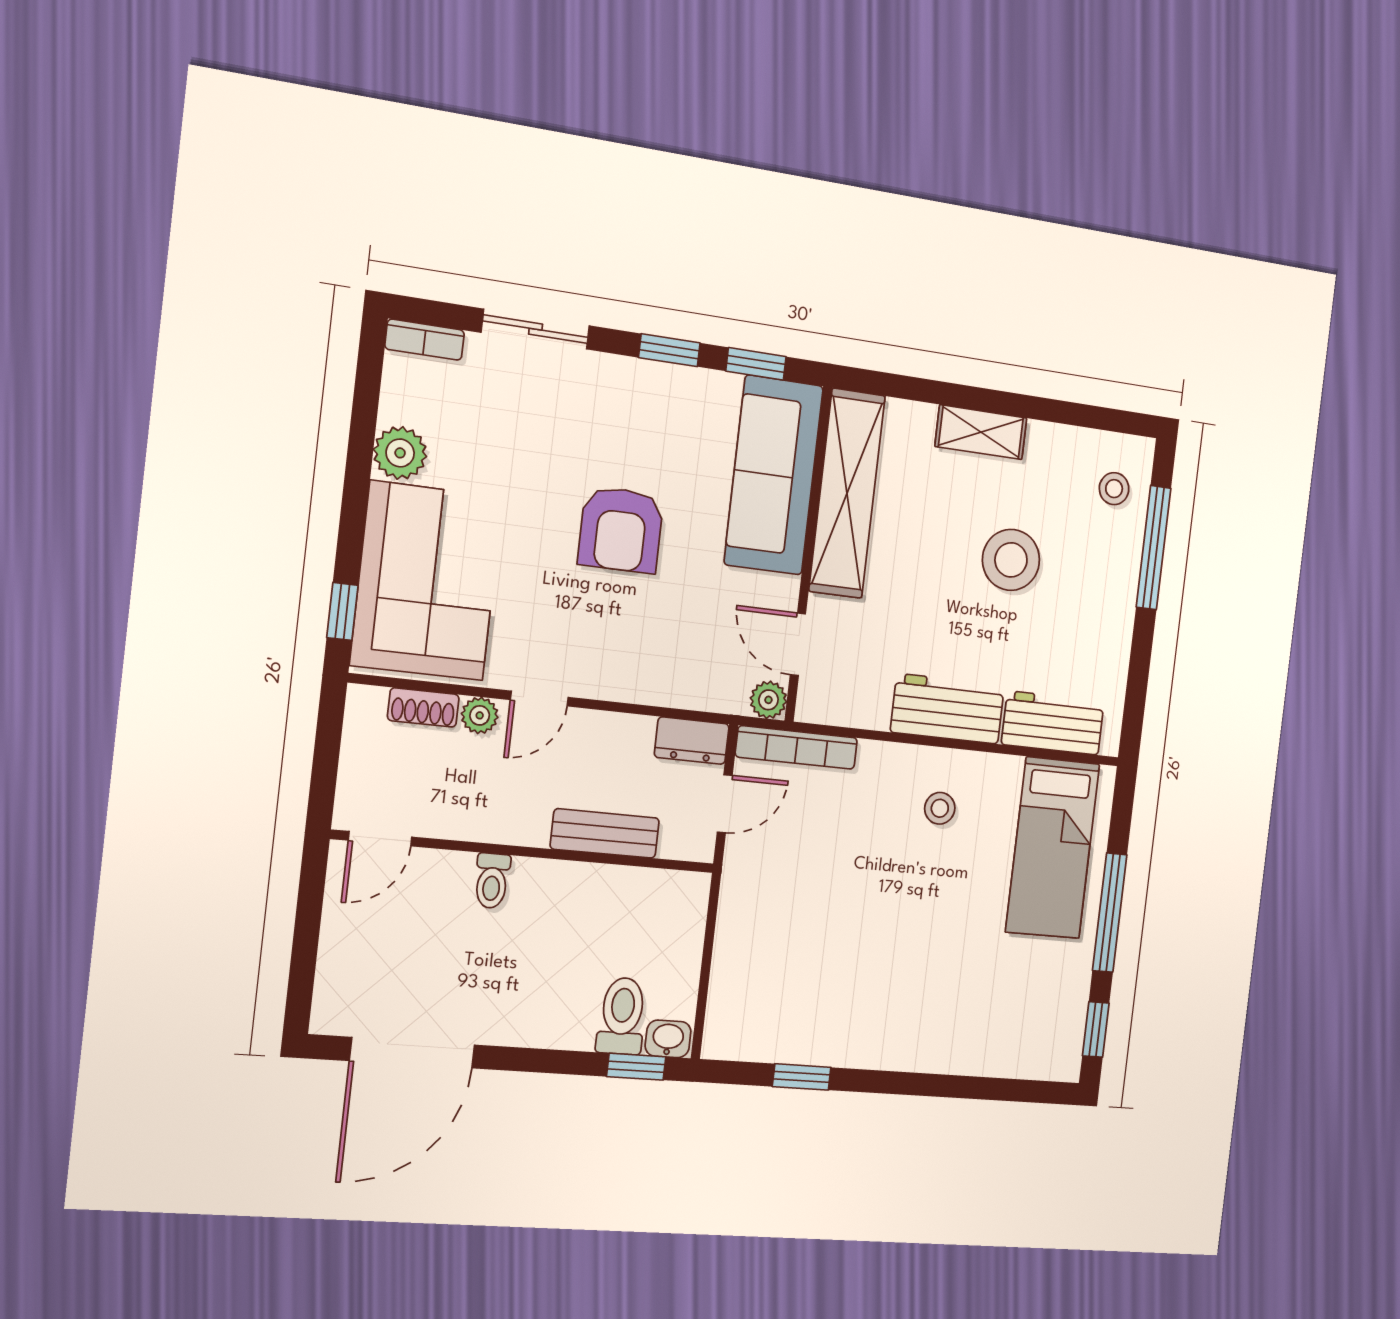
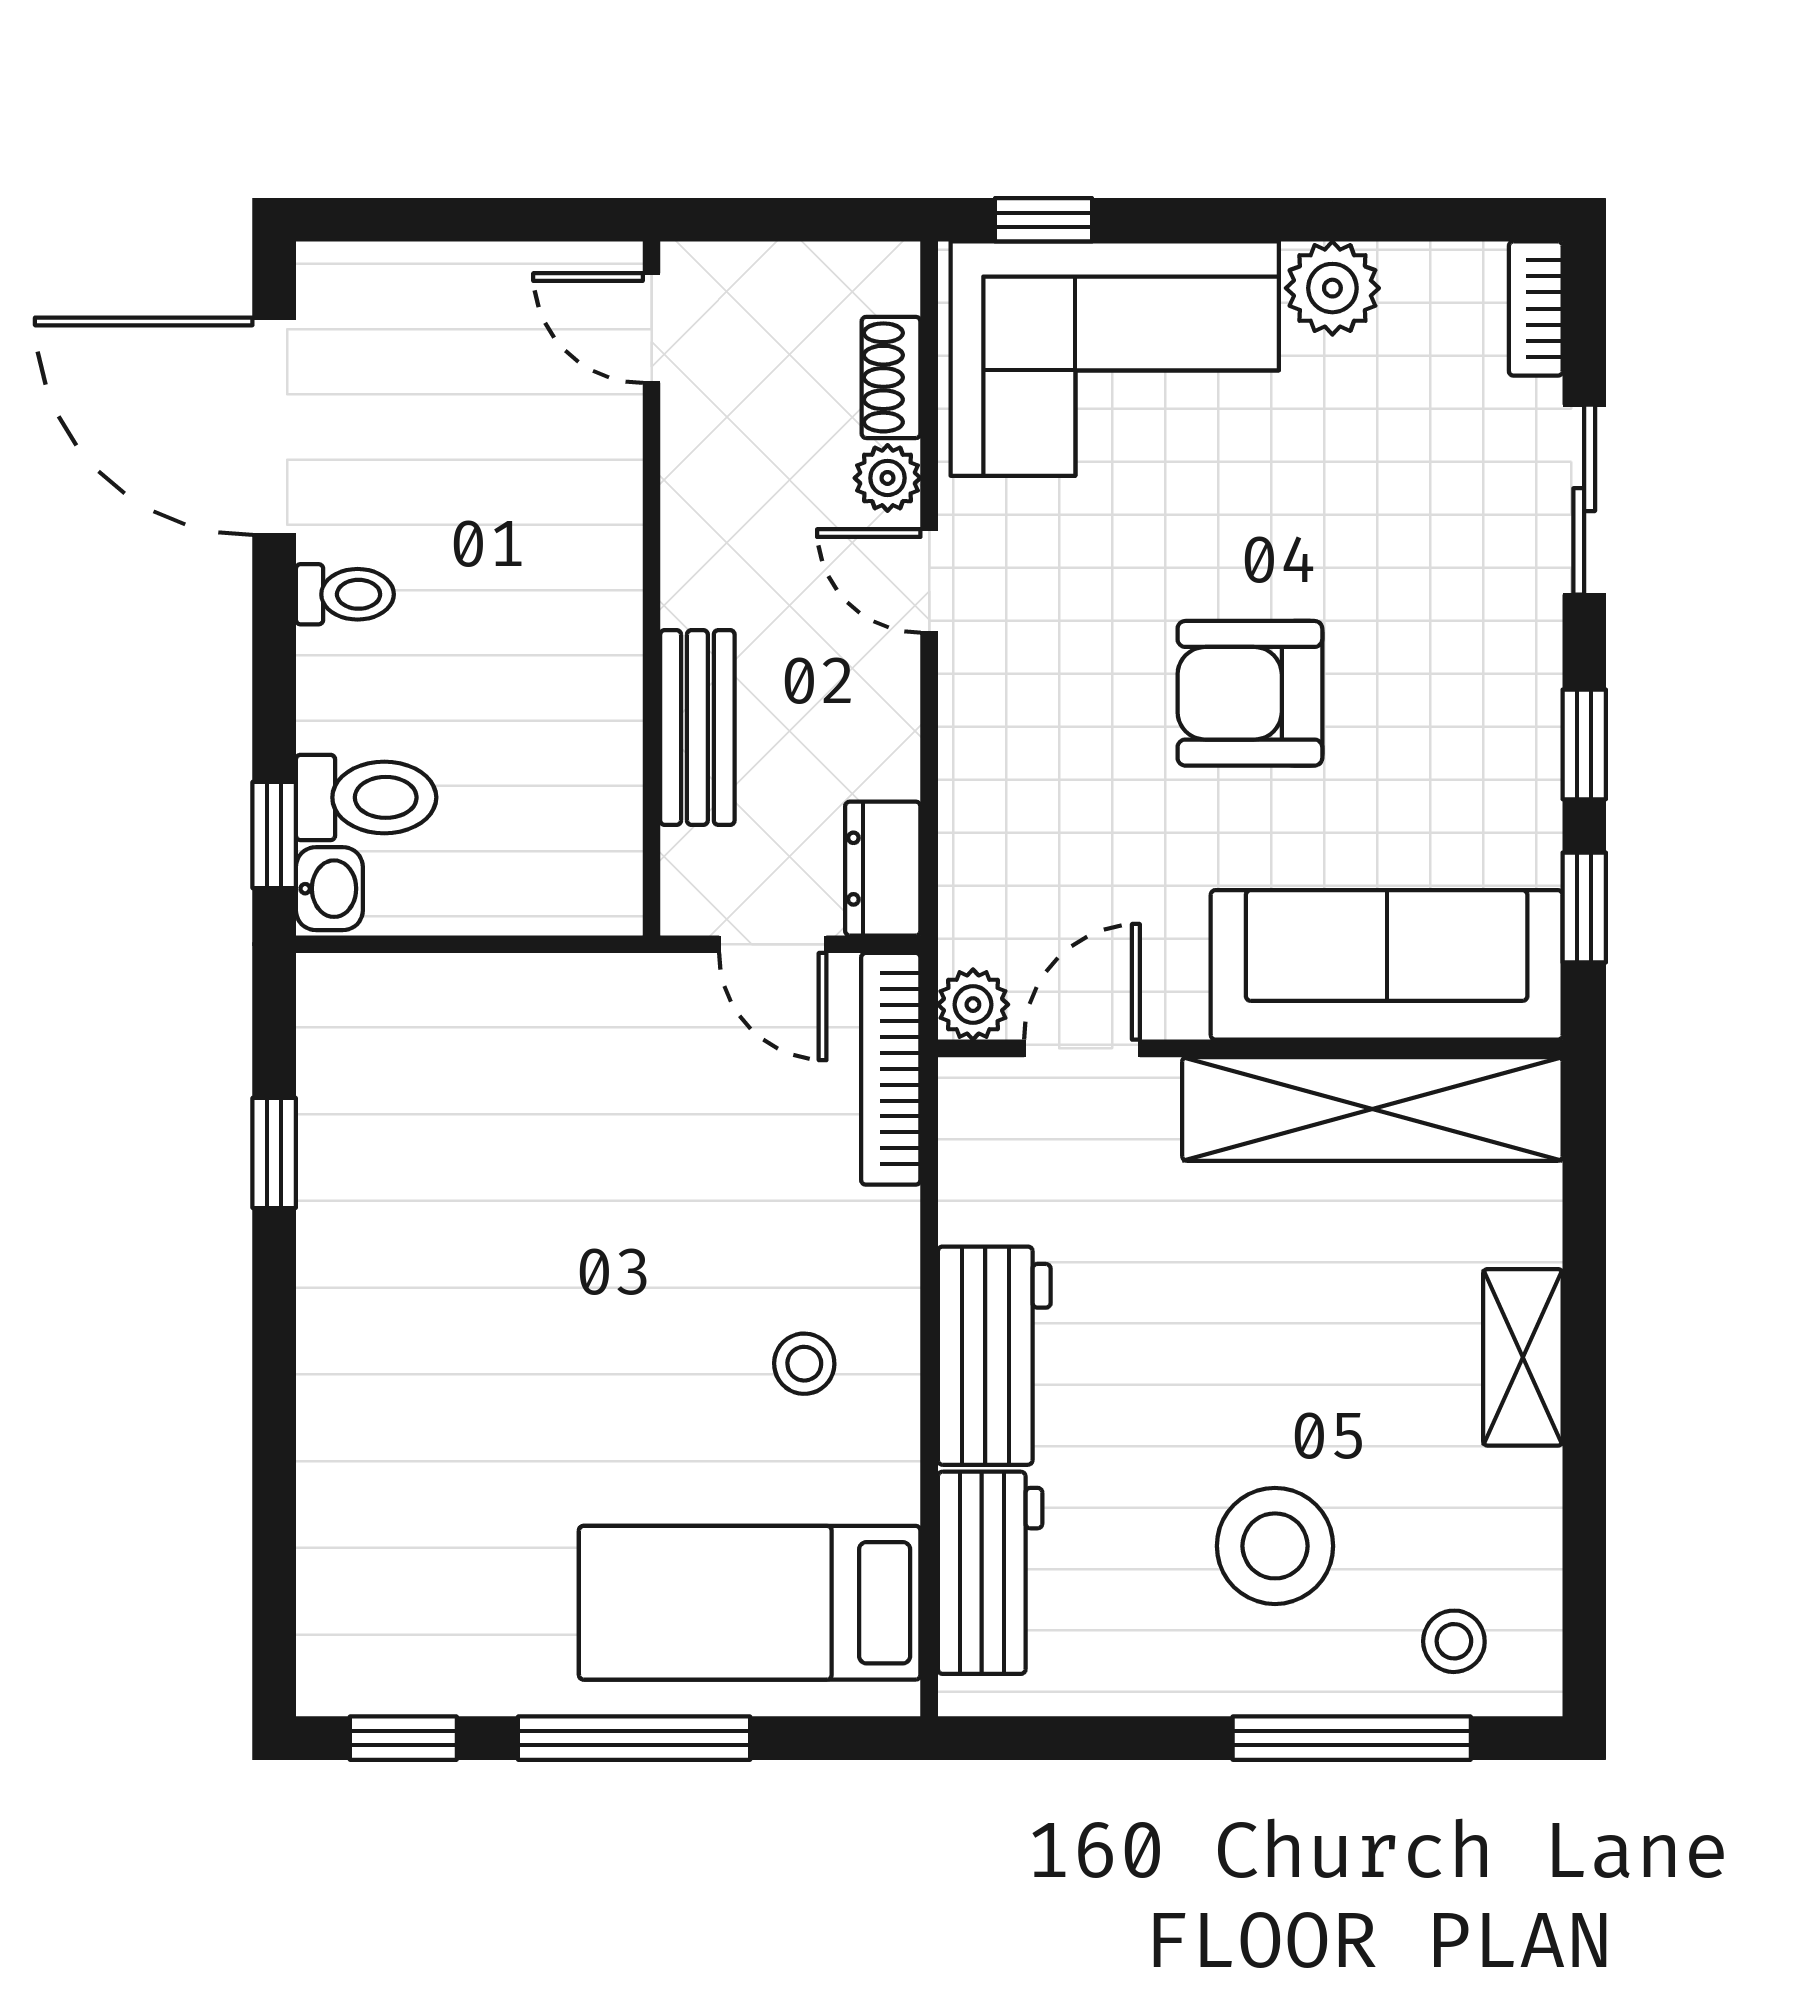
stool: (1011, 560) -> (1275, 1546), moved
toilet: (492, 881) -> (345, 594), moved, turned 180

